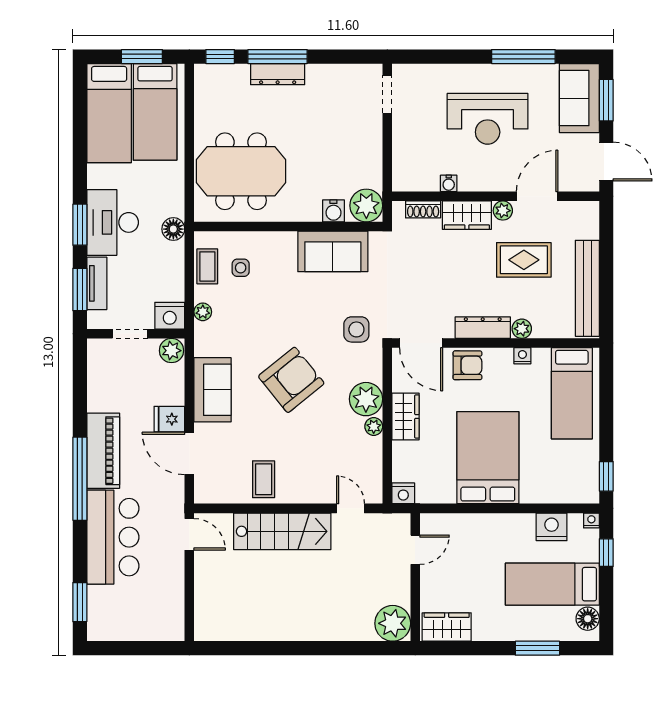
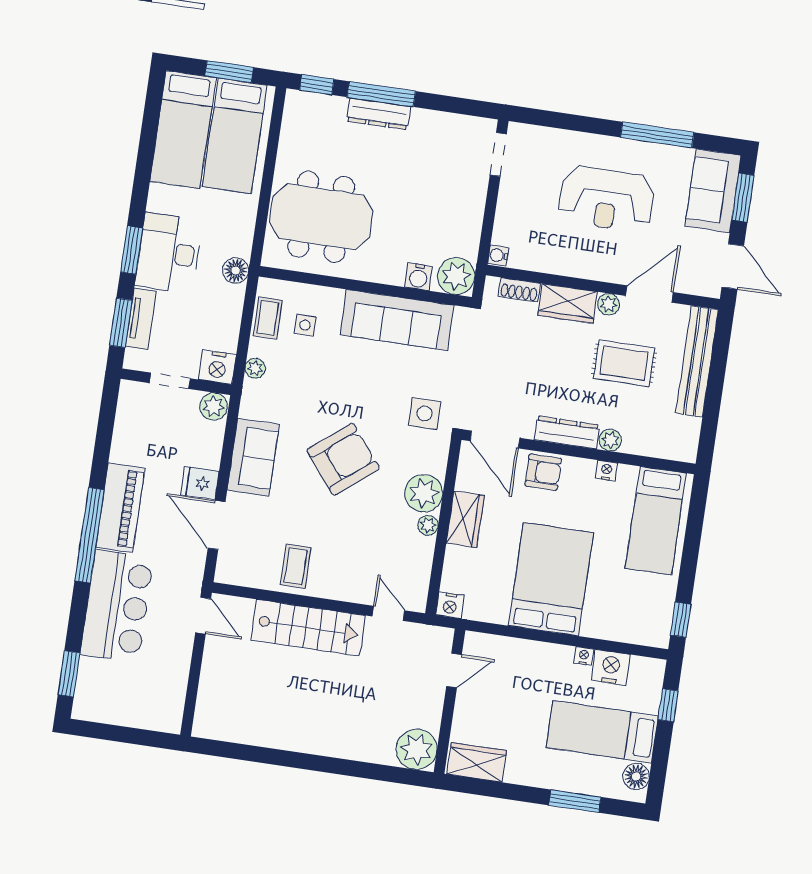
water cooler: (449, 183) -> (498, 255), moved, turned 90
sofa: (333, 251) -> (397, 320), width x1.36
bench: (587, 288) -> (697, 361), moved
nightstand: (591, 520) -> (584, 656), moved

